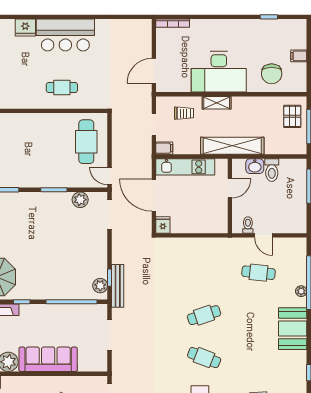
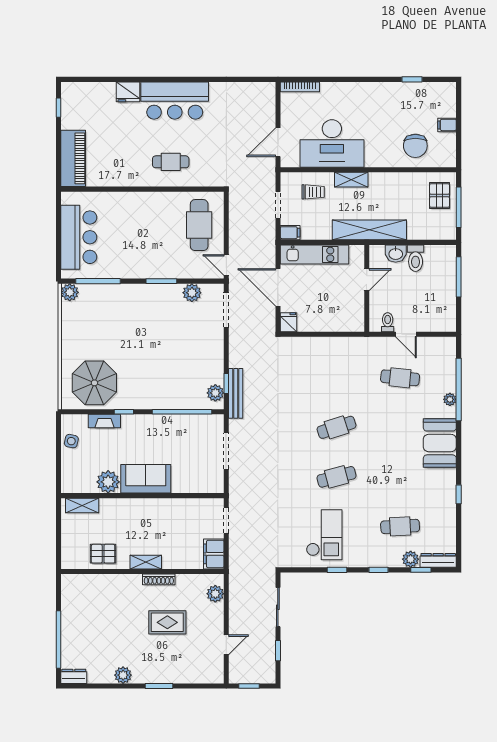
desk: (219, 72) -> (332, 143), moved
cafe table: (204, 358) -> (337, 477), turned -36
sofa: (48, 359) -> (146, 479), width x0.73

